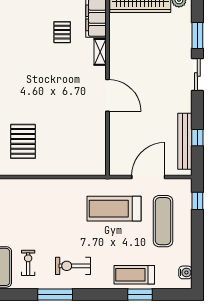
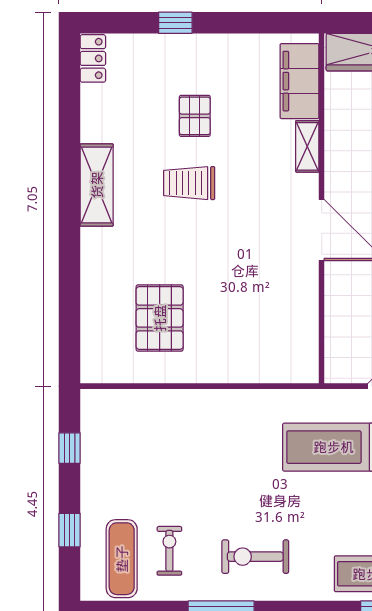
pallet: (62, 32) -> (195, 116), moved
trolley: (38, 71) -> (189, 183), added

